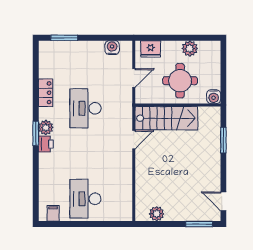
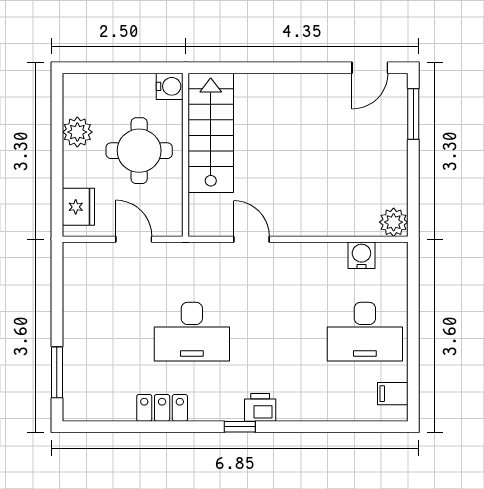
water cooler: (112, 48) -> (361, 255), moved, turned 90
stairs: (166, 118) -> (211, 133), moved
plant: (46, 128) -> (229, 407), removed
window: (36, 133) -> (240, 427), width x0.67
window: (223, 140) -> (253, 68), removed
plant: (157, 214) -> (394, 222), moved

